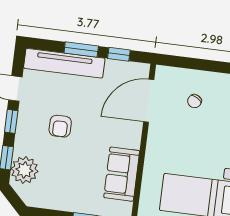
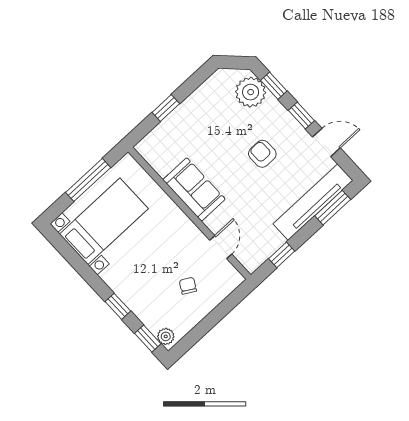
window: (81, 49) -> (333, 208), moved
door: (149, 101) -> (221, 247), width x0.53
sofa: (122, 174) -> (194, 189), moved

